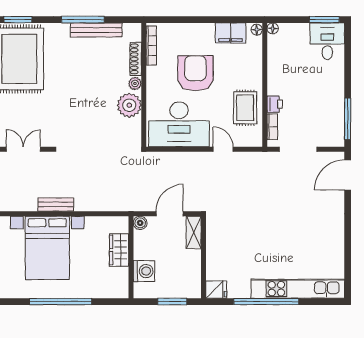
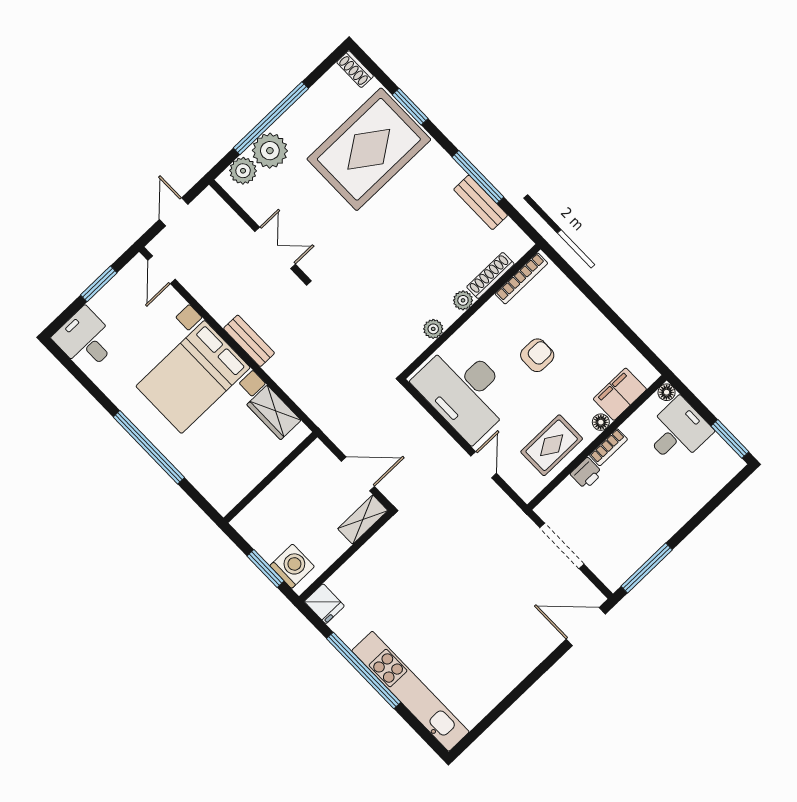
bench: (96, 30) -> (481, 202), width x0.73
floor lamp: (257, 30) -> (601, 422), moved
filing cabinet: (231, 33) -> (620, 394), moved, turned 90
desk: (327, 41) -> (678, 432), moved
armchair: (195, 73) -> (537, 355), width x0.53, depth x0.53
plant: (129, 105) -> (433, 329), width x0.53, depth x0.53
bookcase: (272, 127) -> (608, 447), moved
boiler: (140, 223) -> (317, 451), removed
wardrobe: (119, 250) -> (274, 412), moved, turned -90
washing machine: (144, 271) -> (292, 566), moved, turned -90

